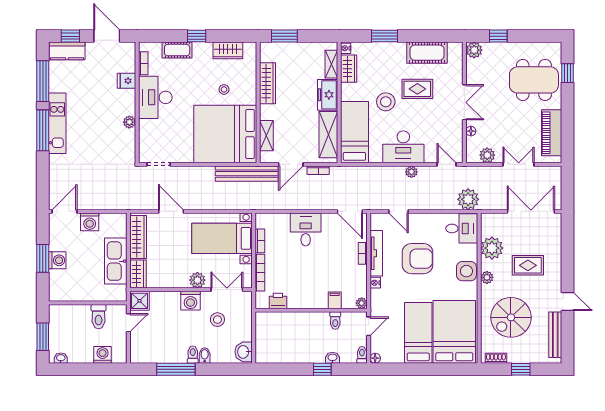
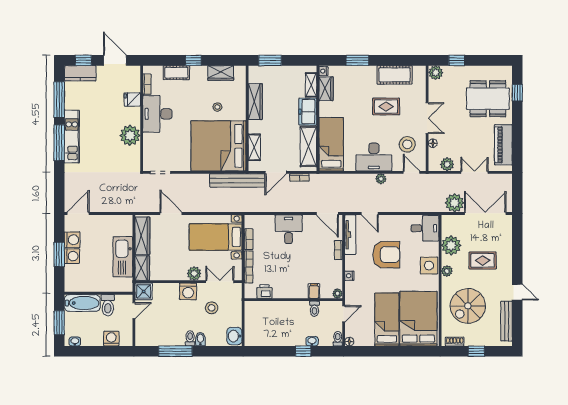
stool: (386, 102) -> (407, 144), moved
plant: (129, 122) -> (130, 135), width x1.87, depth x1.87
plant: (468, 199) -> (455, 203), moved
washing machine: (90, 222) -> (72, 240), moved, turned -90
tv unit: (376, 253) -> (350, 235), moved
bathtub: (69, 314) -> (82, 303), added

